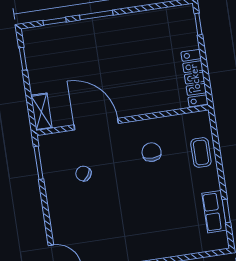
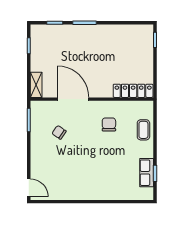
locker: (195, 78) -> (133, 91), moved, turned 90

